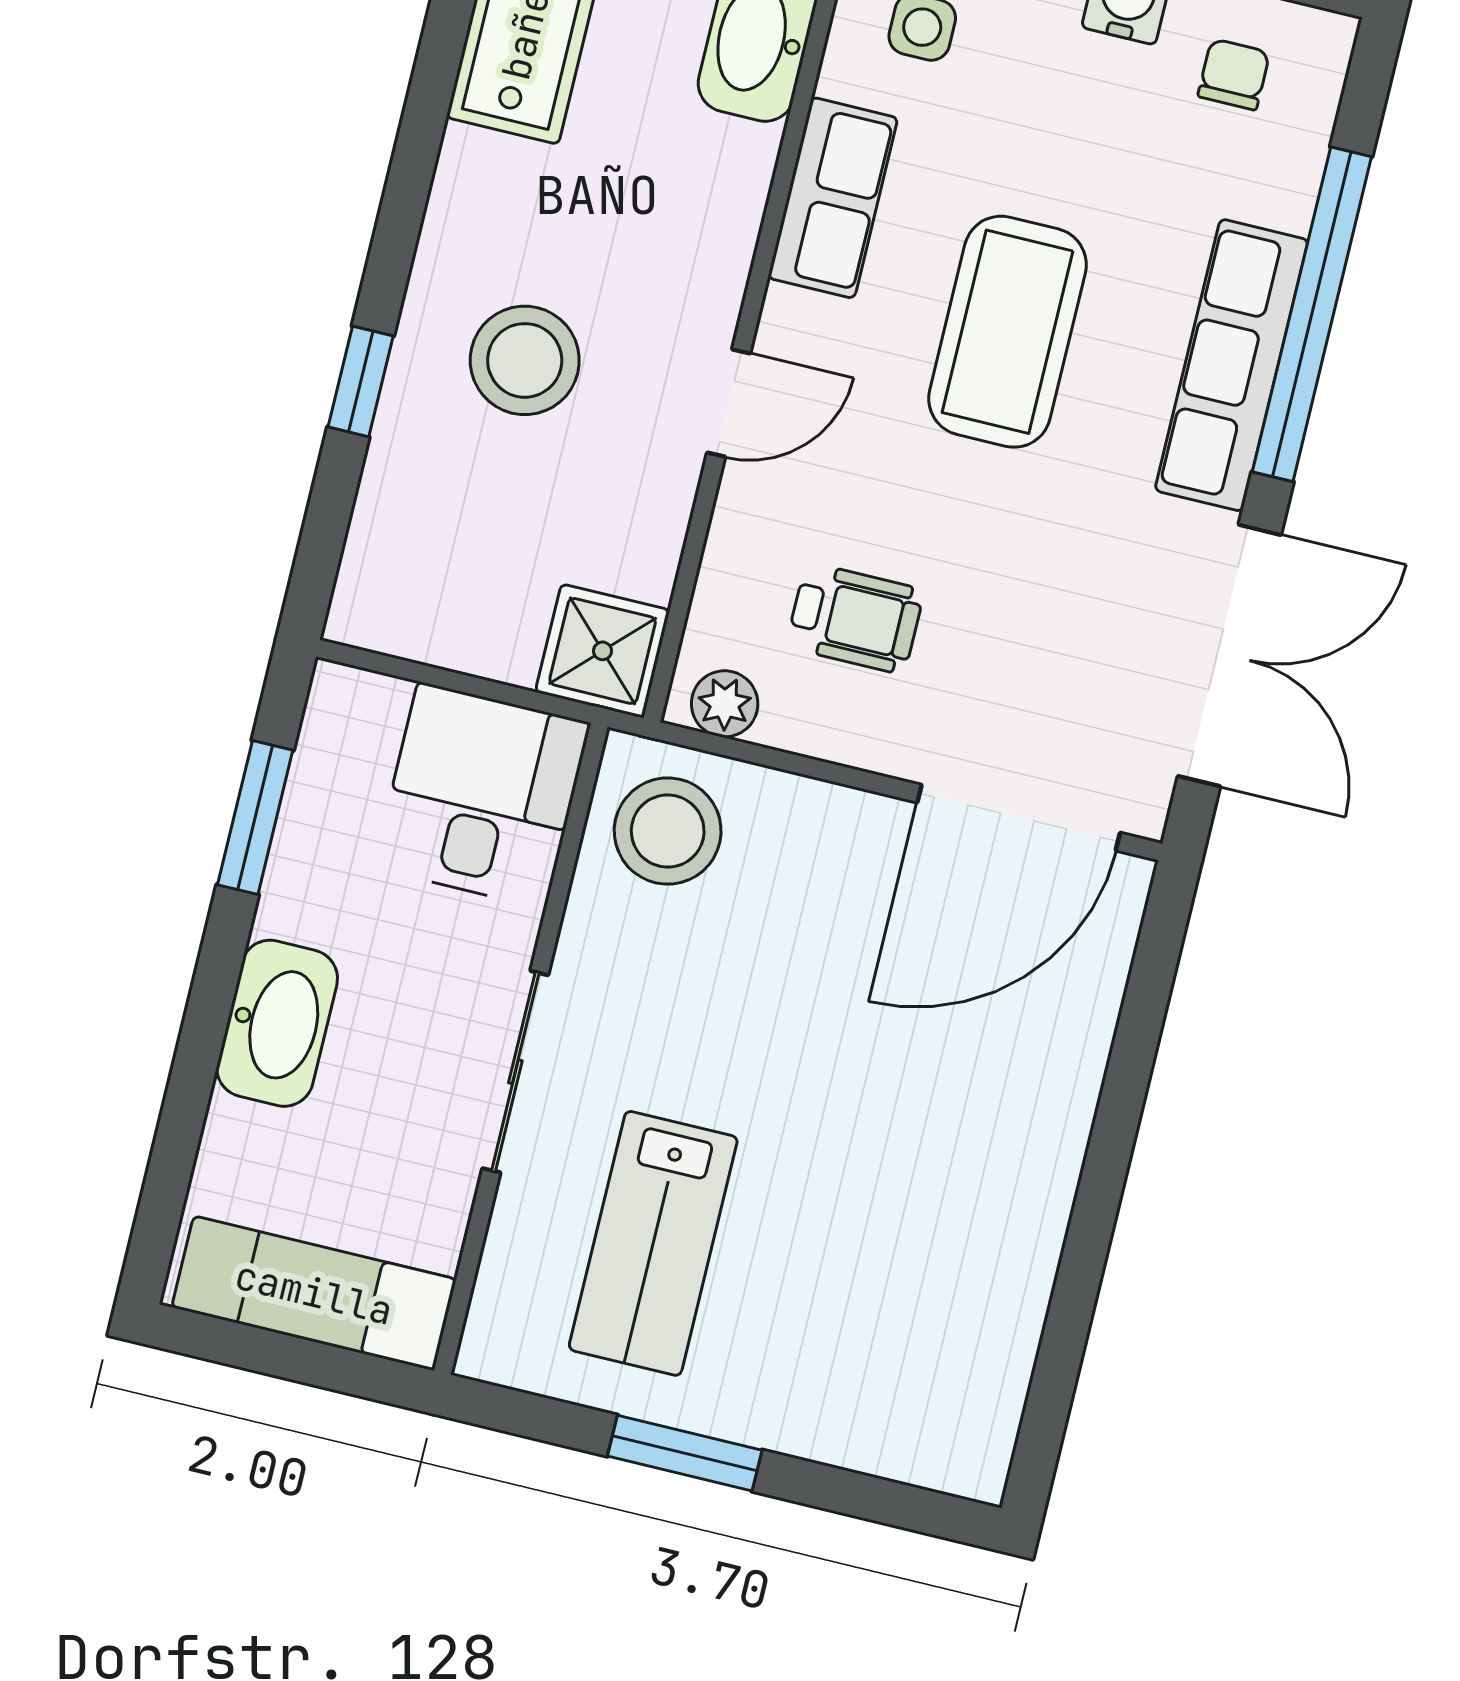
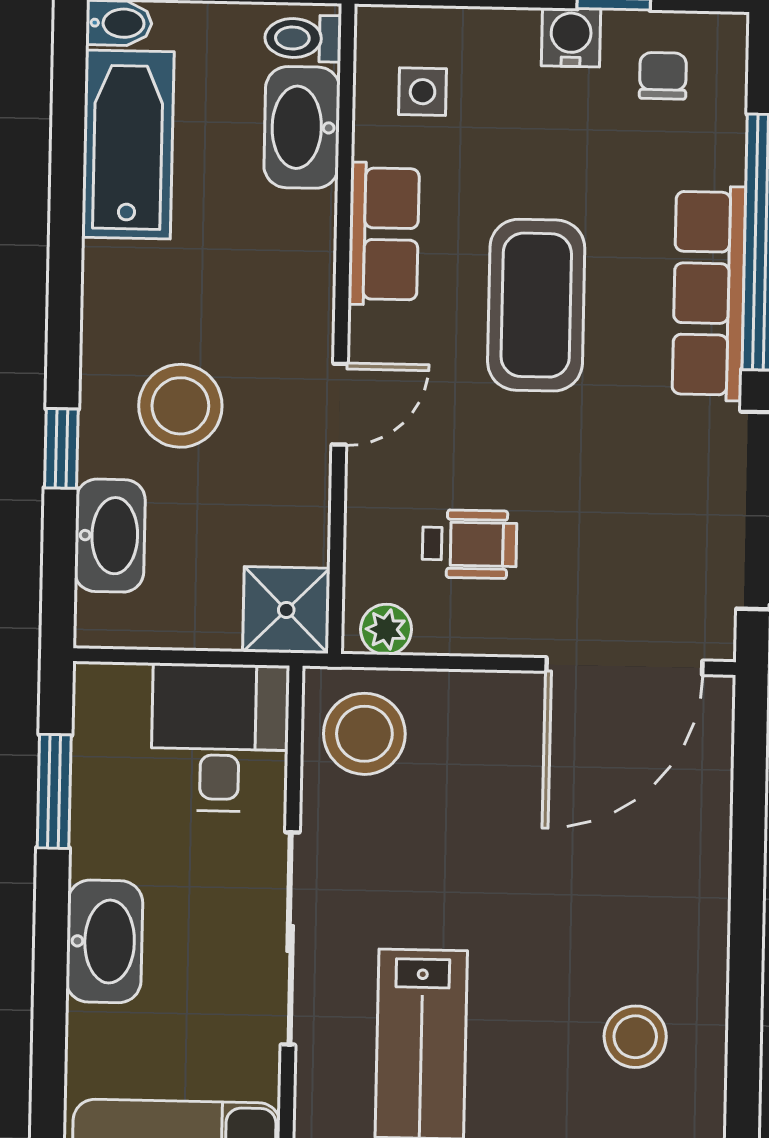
washbasin: (398, 506) -> (110, 536), added
sliding door: (515, 1072) -> (290, 938), width x1.37
stool: (928, 1294) -> (635, 1037), added

